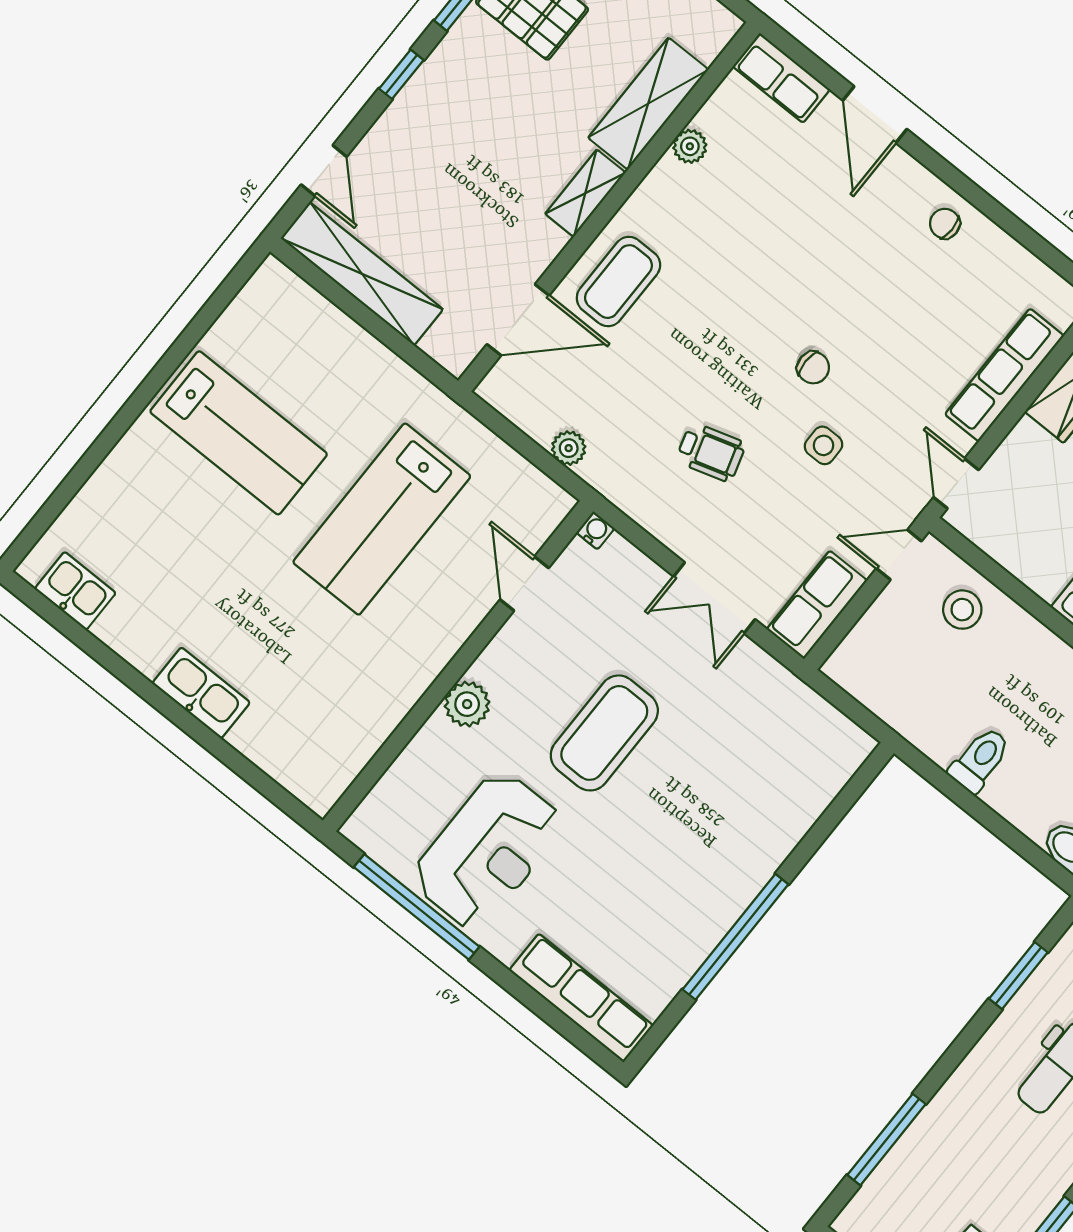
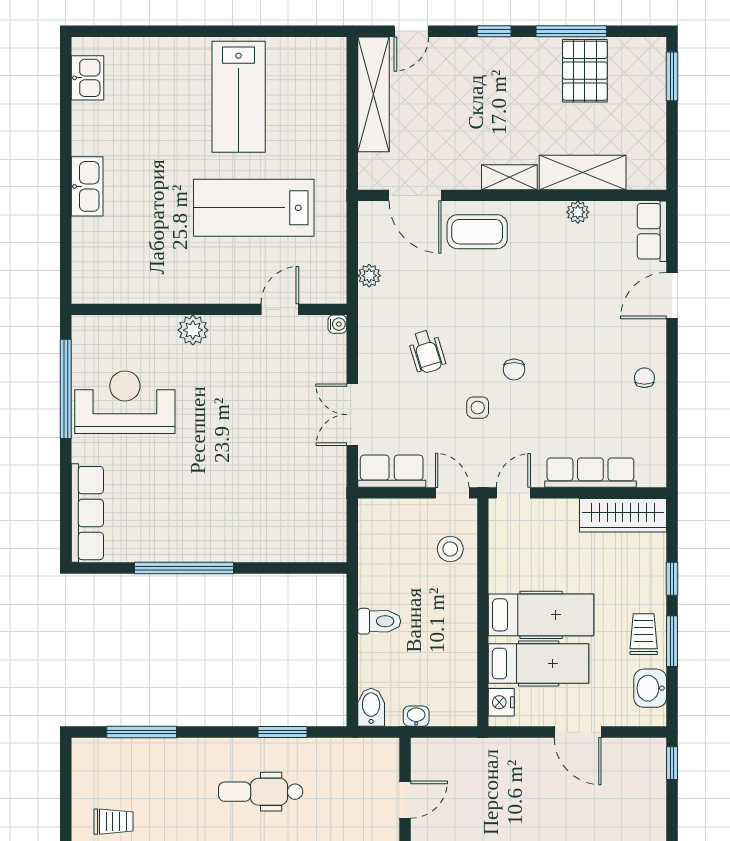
coffee table: (604, 733) -> (235, 414), removed
reception desk: (487, 851) -> (125, 402), turned 180

